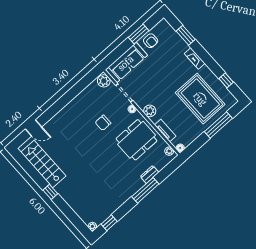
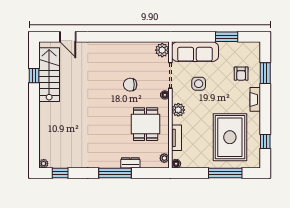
armchair: (151, 41) -> (241, 74), moved
side table: (148, 82) -> (199, 84), added
dining table: (137, 140) -> (146, 124), width x0.73
window: (50, 192) -> (34, 76), moved

